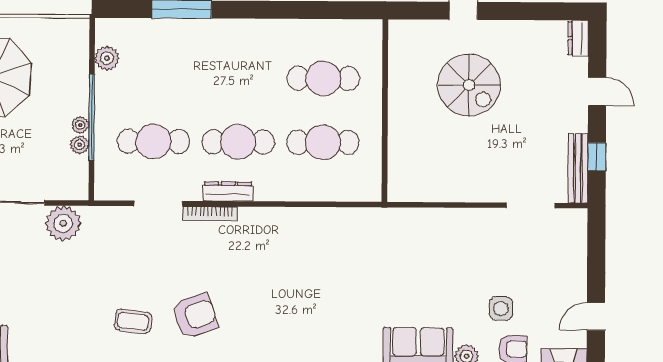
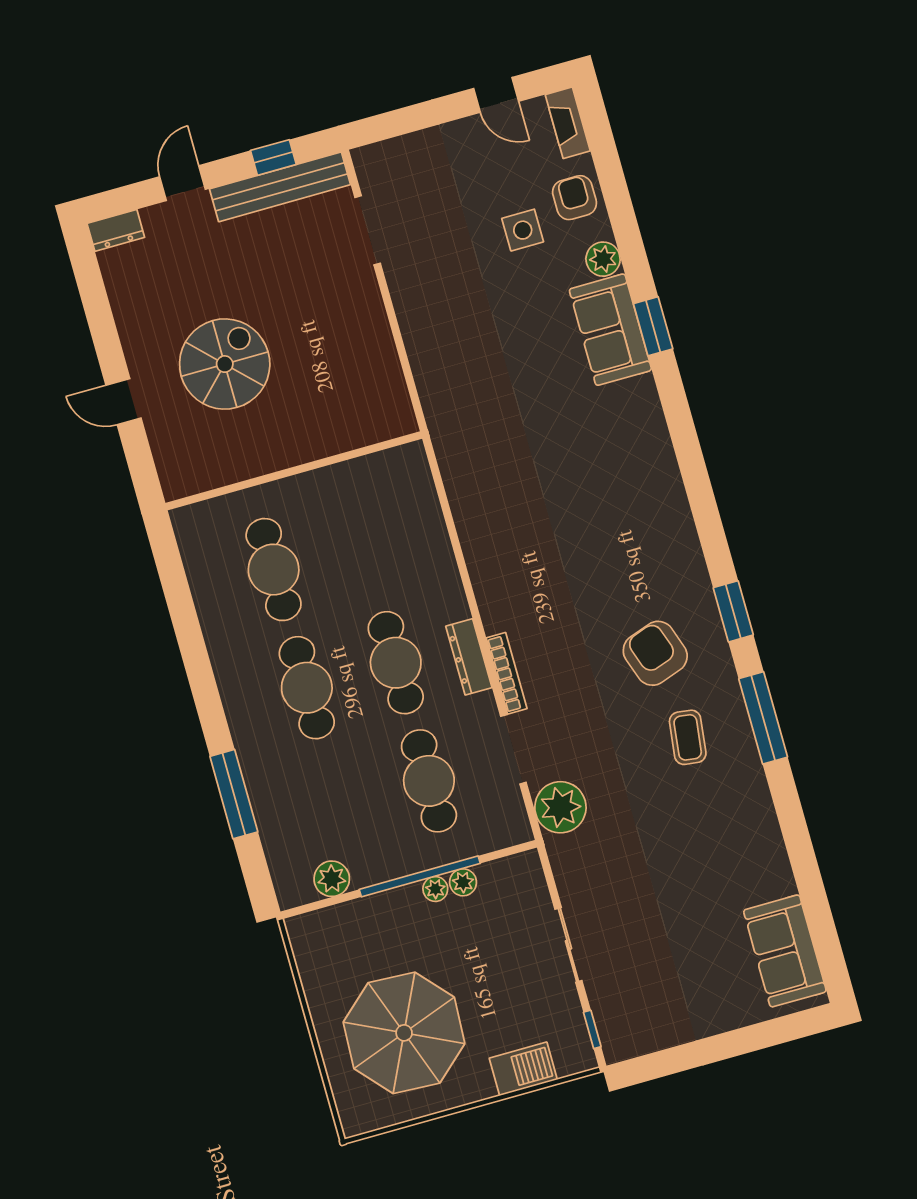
cafe table: (323, 142) -> (307, 688), moved
bench: (578, 168) -> (280, 187), width x1.37, depth x1.21
plant: (63, 223) -> (560, 807), moved

